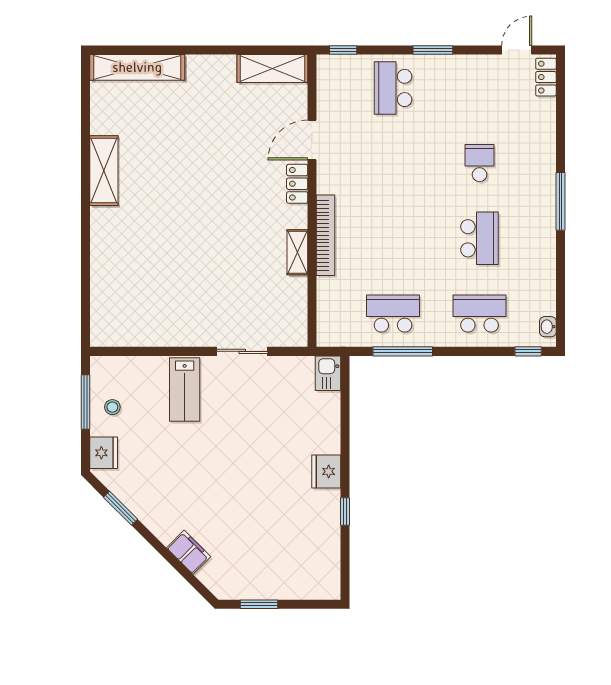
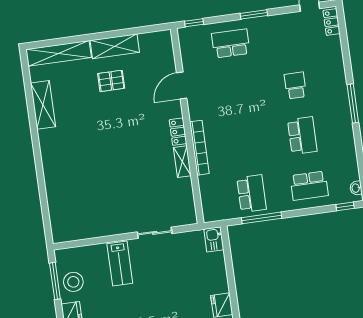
shelving: (272, 69) -> (115, 46), moved
school desk: (393, 88) -> (231, 43), turned 90
pallet: (209, 119) -> (111, 81), added
shelving: (104, 171) -> (43, 105), moved
locker: (297, 184) -> (178, 132), moved
school desk: (393, 314) -> (252, 194), turned 90
school desk: (480, 314) -> (309, 186), turned 180
stool: (112, 407) -> (73, 282), width x1.89, depth x1.89

